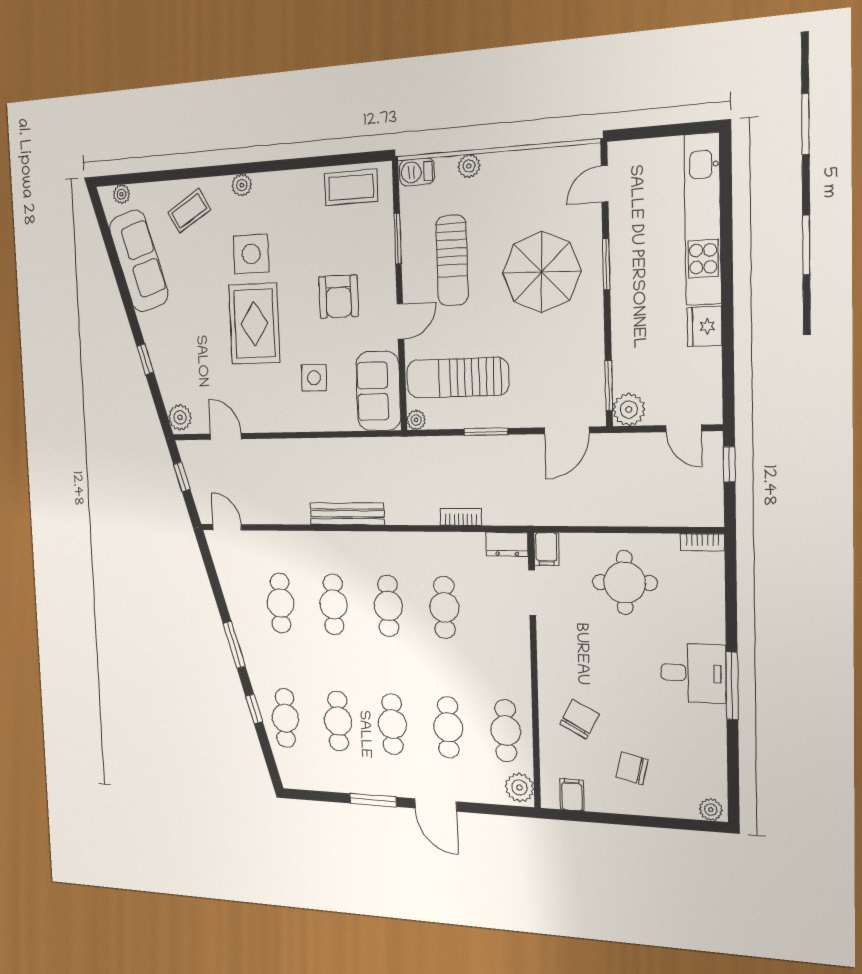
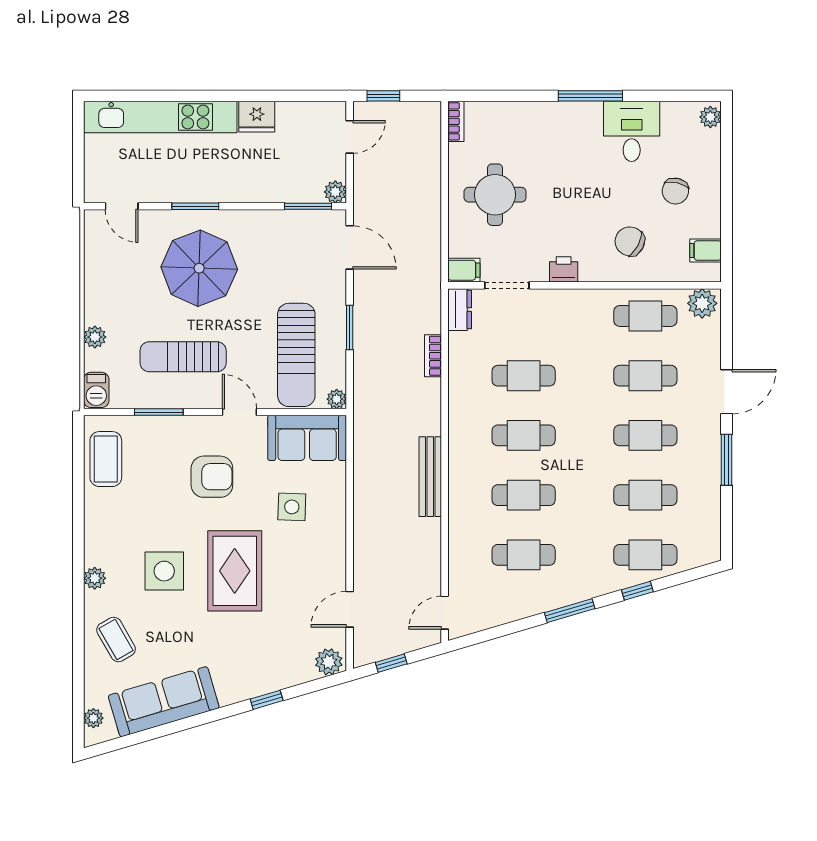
sun lounger: (452, 260) -> (183, 357), turned 180
rug: (254, 324) -> (235, 571), turned 90
plant: (629, 409) -> (335, 192), width x0.73, depth x0.73
printer: (550, 651) -> (564, 269), added
desk: (693, 673) -> (632, 131), moved

